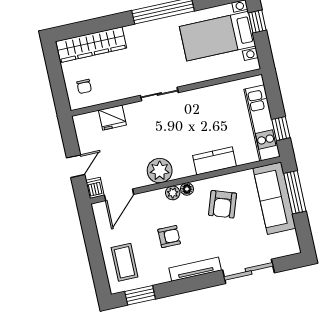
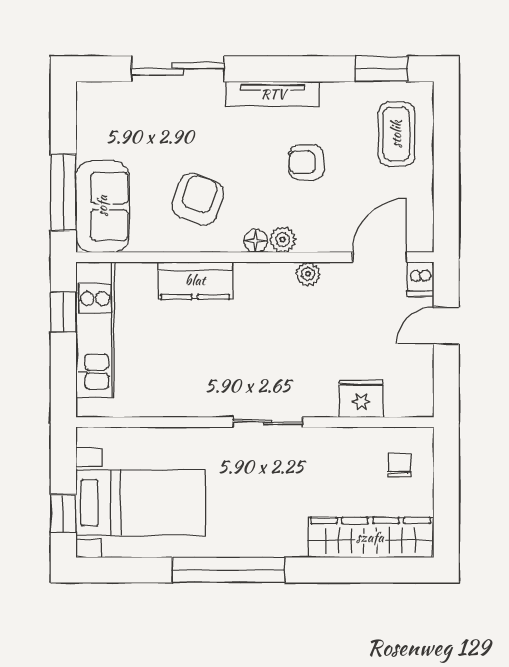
plant: (160, 171) -> (308, 274), width x0.53, depth x0.53
sofa: (274, 198) -> (102, 206), width x0.73

